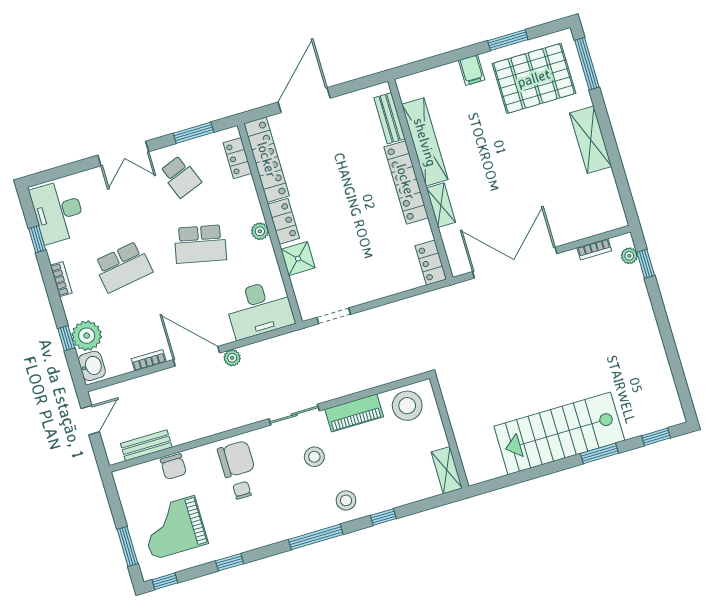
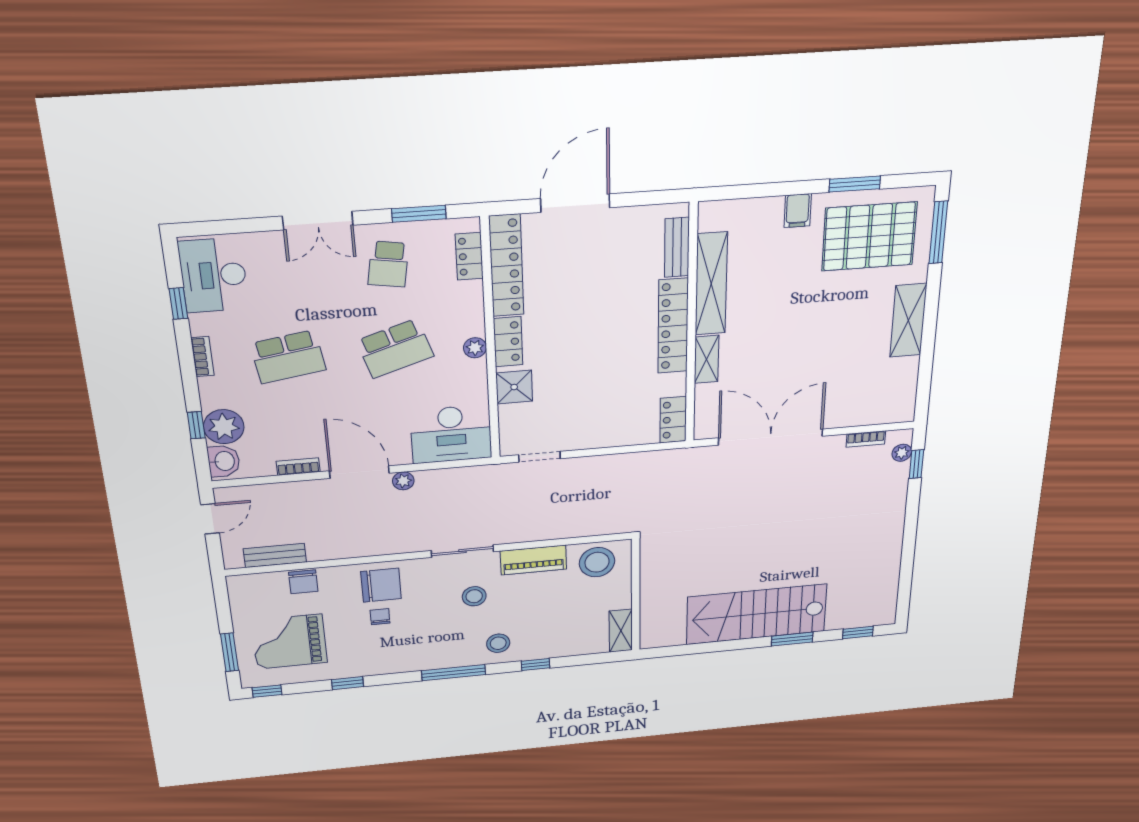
school desk: (180, 177) -> (388, 264), turned 30
school desk: (200, 244) -> (395, 349), turned -30

